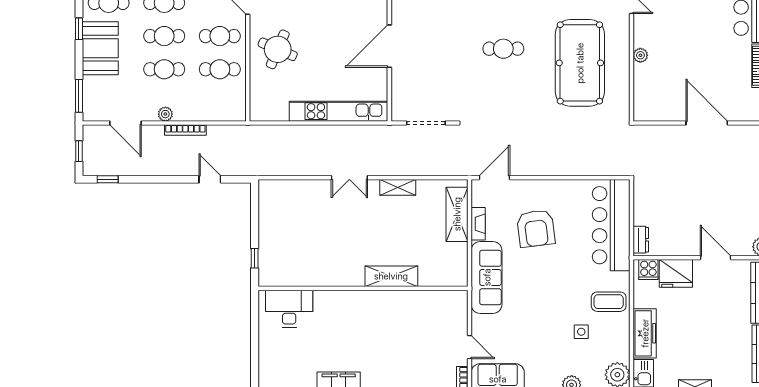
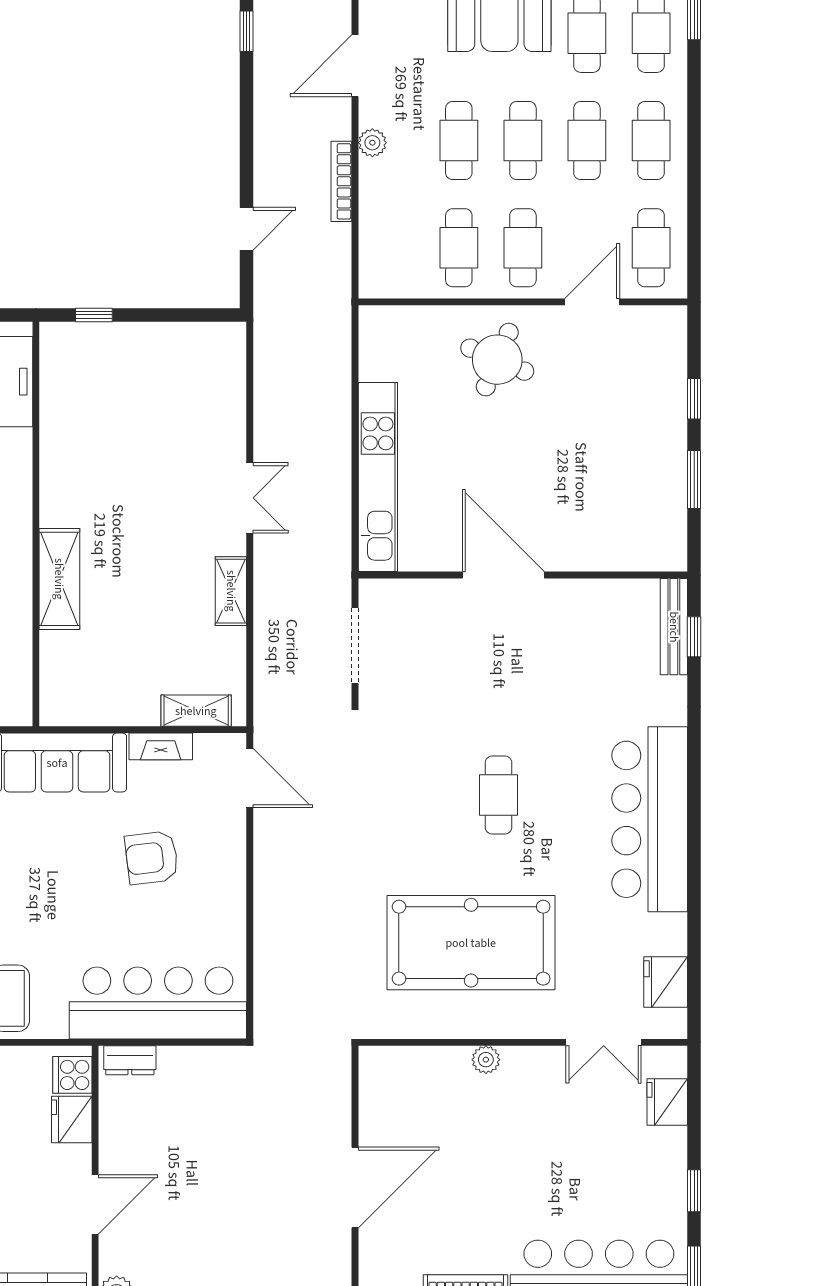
double door: (349, 178) -> (250, 498), swing flipped
shelving: (457, 214) -> (196, 711), width x0.67, depth x0.75
armchair: (536, 228) -> (152, 858), width x0.73, depth x0.73
fridge: (676, 273) -> (72, 1119), width x0.73, depth x0.75

